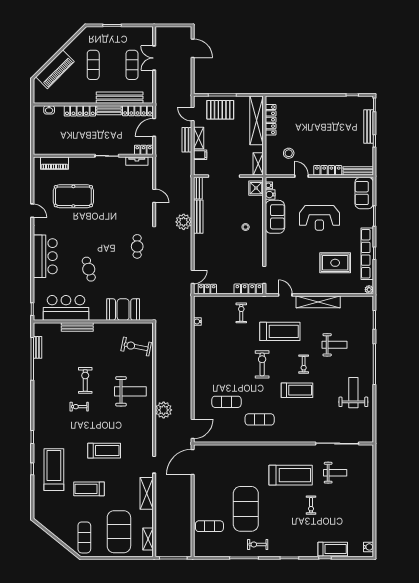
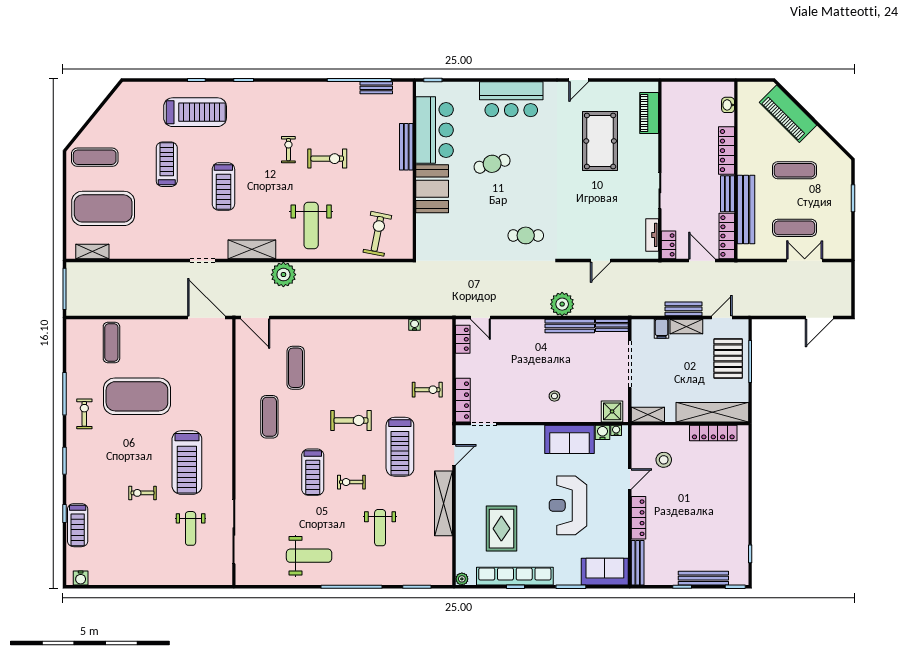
booth: (123, 310) -> (432, 189), moved
shelving: (147, 493) -> (252, 249), moved

